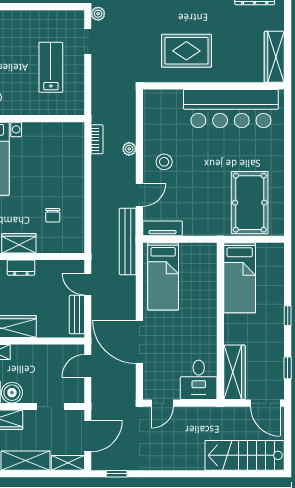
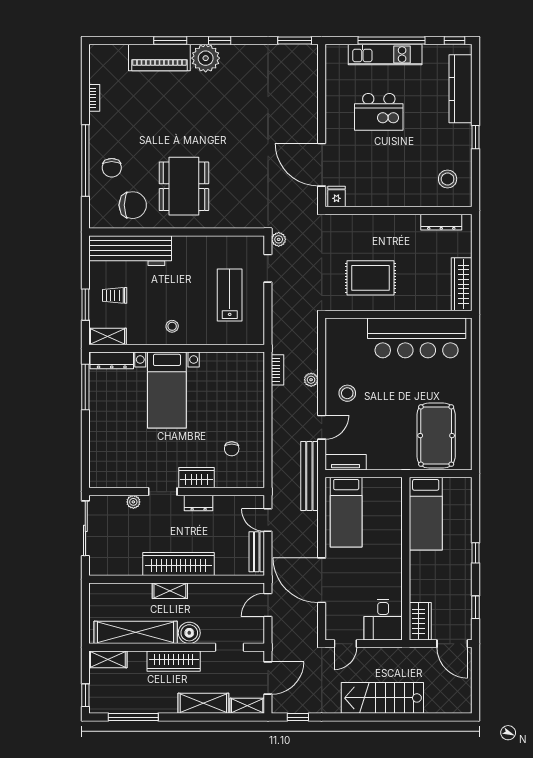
wardrobe: (234, 372) -> (420, 621), width x0.67
stairs: (245, 455) -> (382, 698), moved

